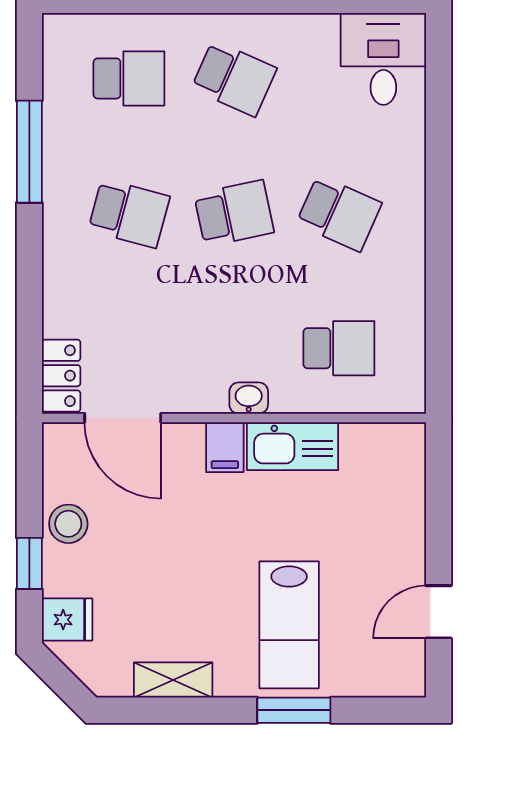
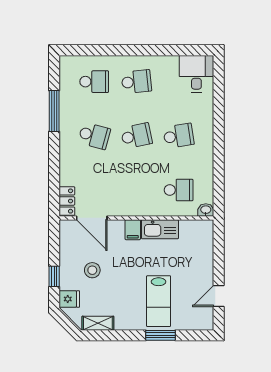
school desk: (234, 78) -> (136, 82), turned -30
school desk: (339, 213) -> (179, 136), turned -33
washbasin: (249, 398) -> (206, 210), moved
stool: (68, 524) -> (92, 270), moved
shelving: (173, 680) -> (98, 323), moved

